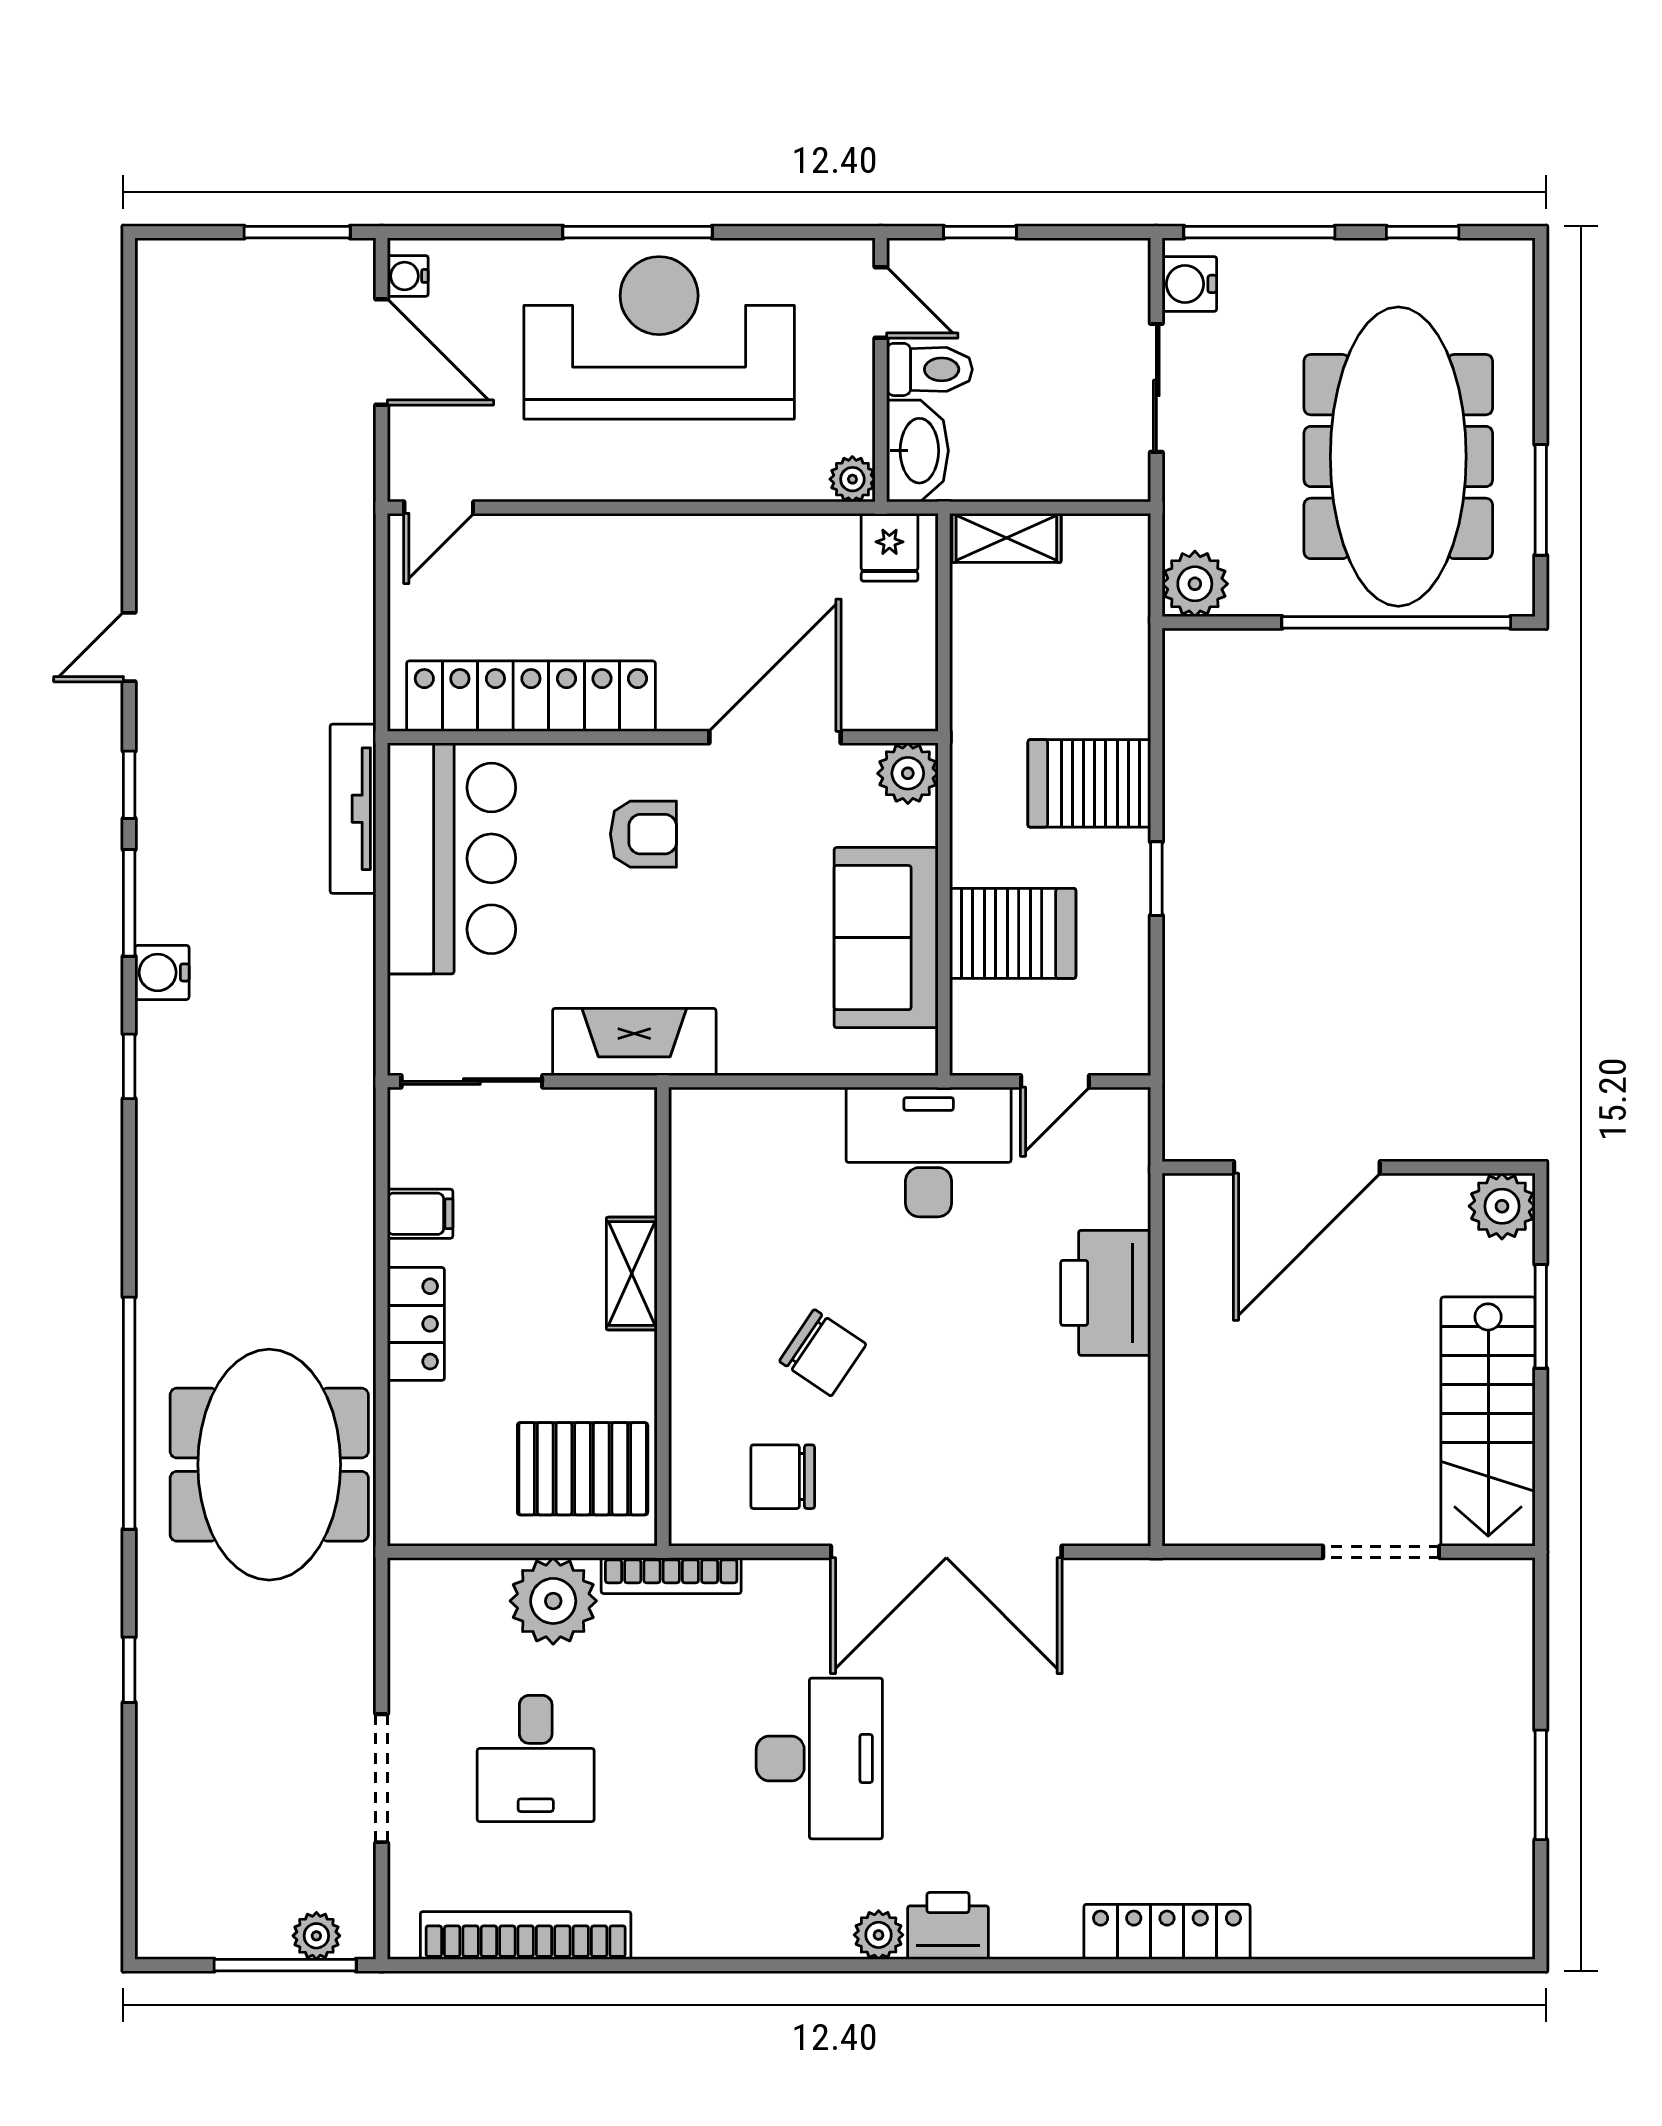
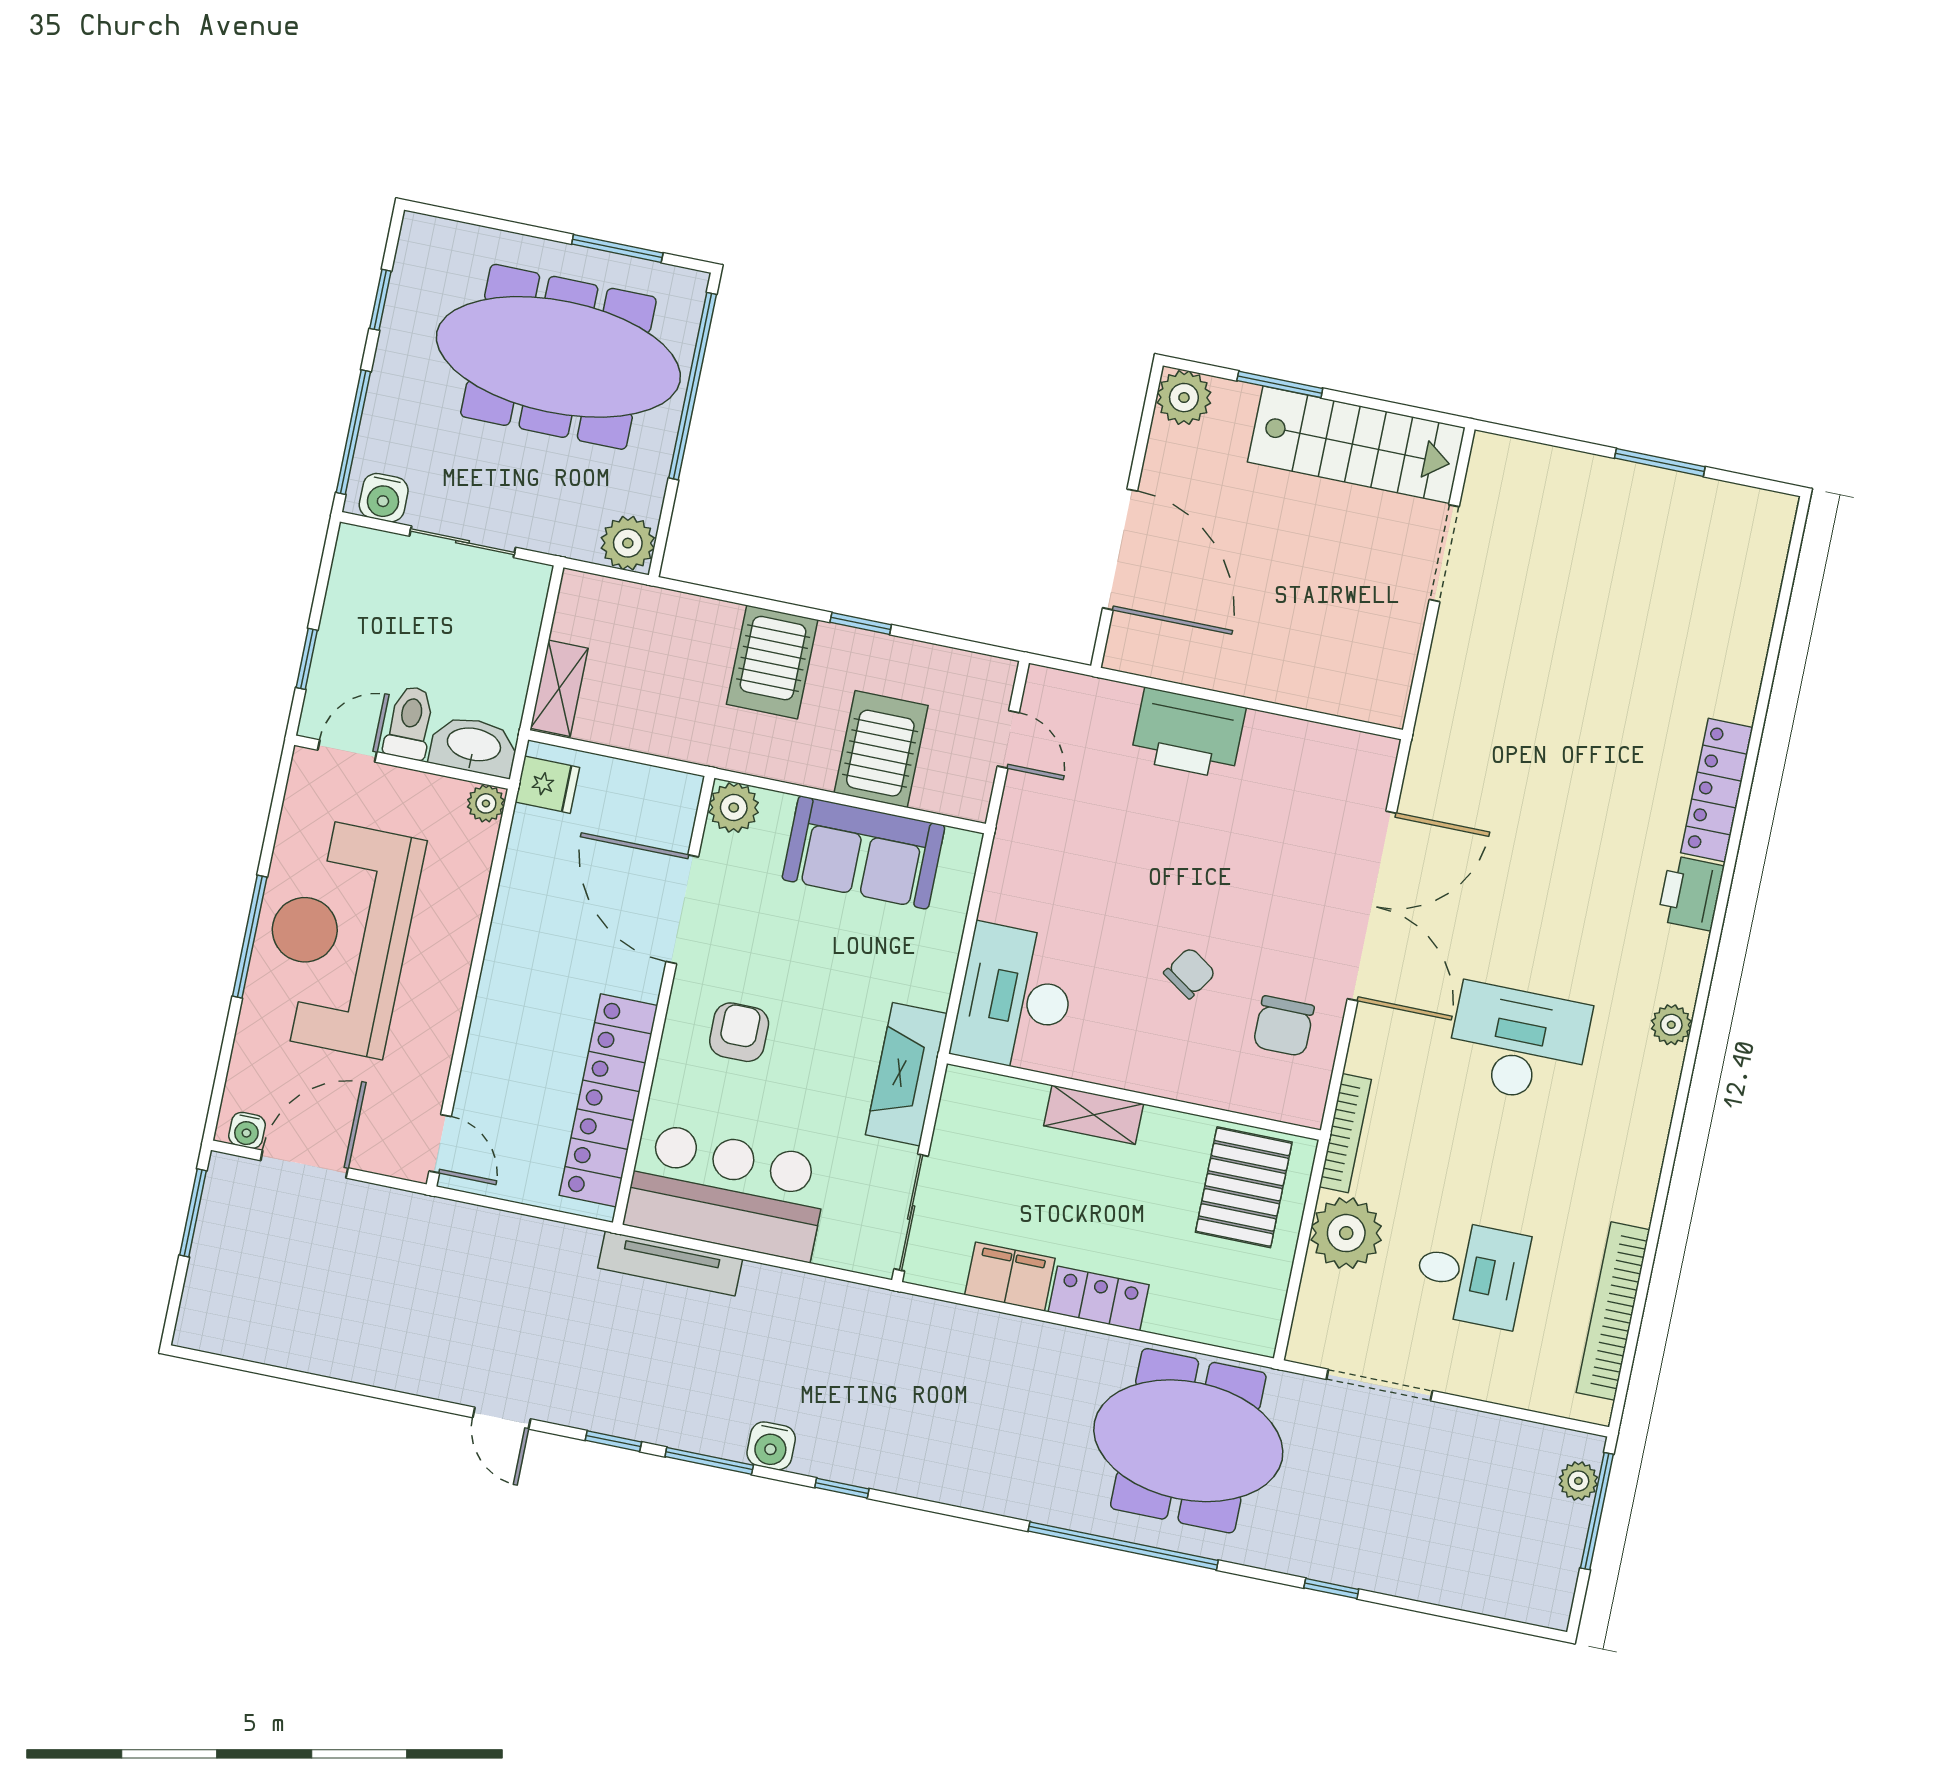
desk: (929, 1152) -> (1015, 998), moved
filing cabinet: (420, 1214) -> (1010, 1277), width x2.00
chair: (823, 1353) -> (1190, 973), width x0.73, depth x0.73
doorway: (382, 1778) -> (1379, 1385), moved
printer: (948, 1926) -> (1691, 893), moved

